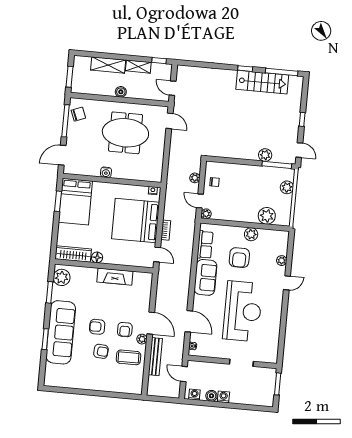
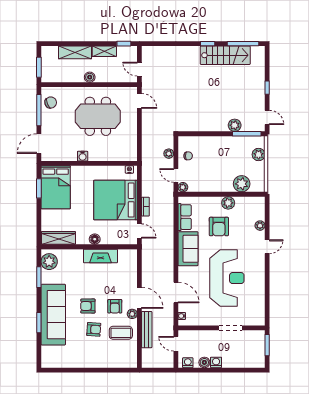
floor lamp: (97, 257) -> (95, 239), moved

